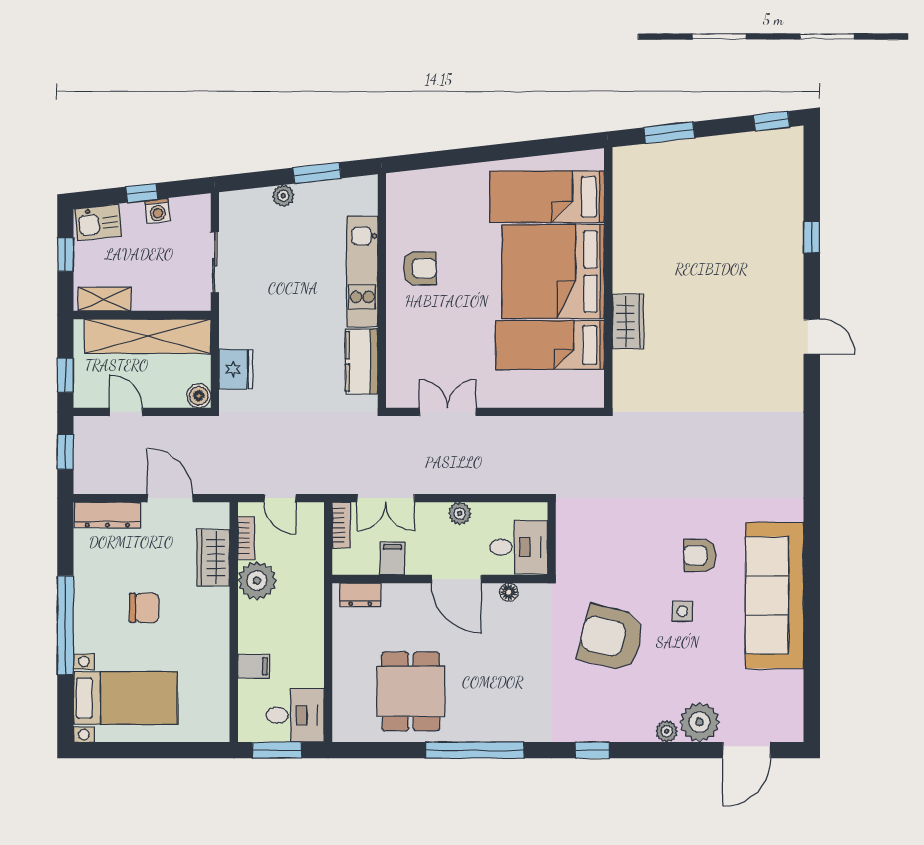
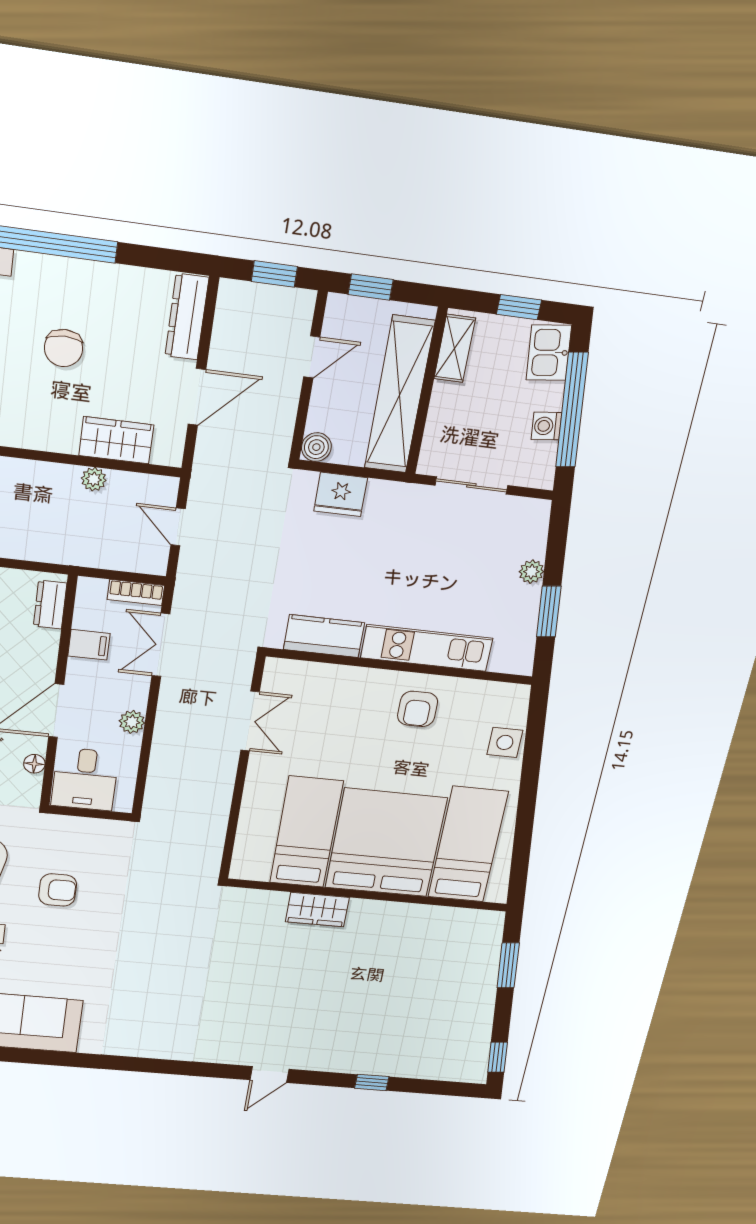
side table: (443, 185) -> (505, 742), added
window: (142, 193) -> (572, 410), width x3.17
door: (280, 498) -> (178, 527), hinge flipped
bookcase: (246, 538) -> (135, 482), removed
armchair: (700, 555) -> (58, 890), moved, turned 90
plant: (257, 581) -> (94, 479), width x0.53, depth x0.53

